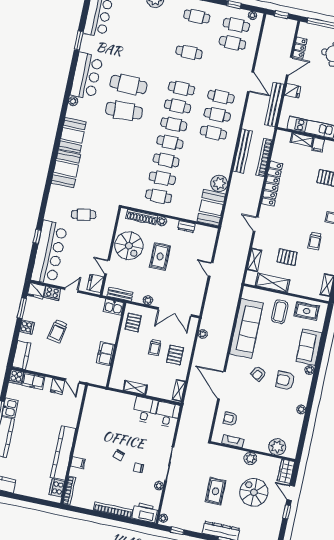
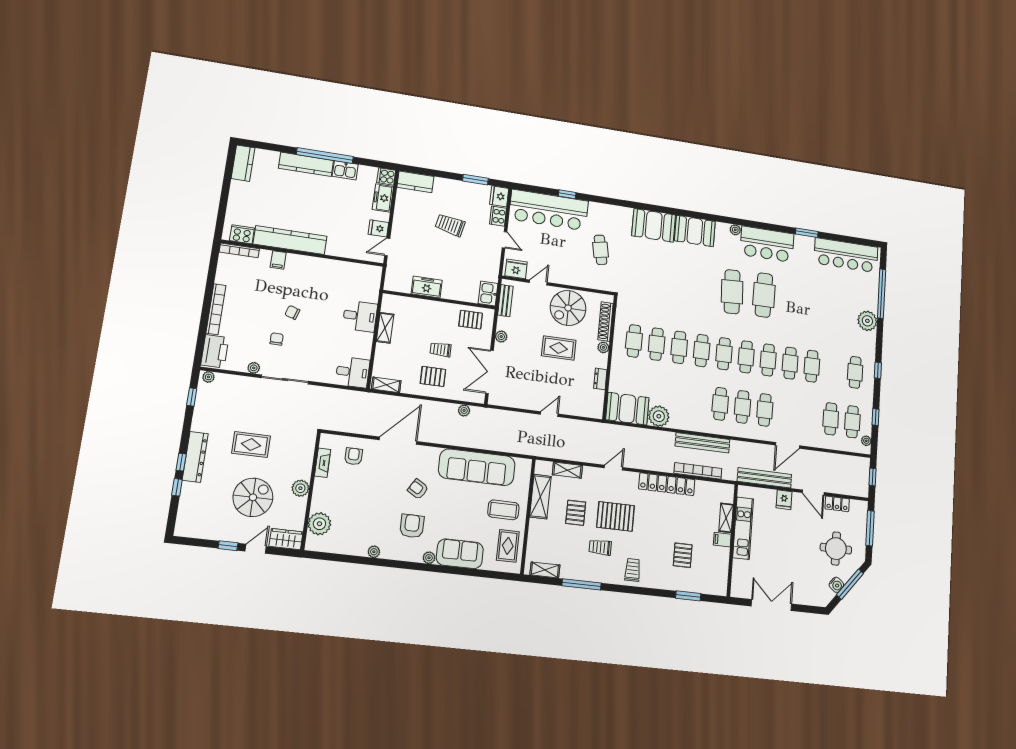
cafe table: (185, 70) -> (790, 363), added
pallet: (293, 227) -> (616, 516), added
cooker: (27, 327) -> (452, 187), removed
desk: (145, 410) -> (360, 316), moved

